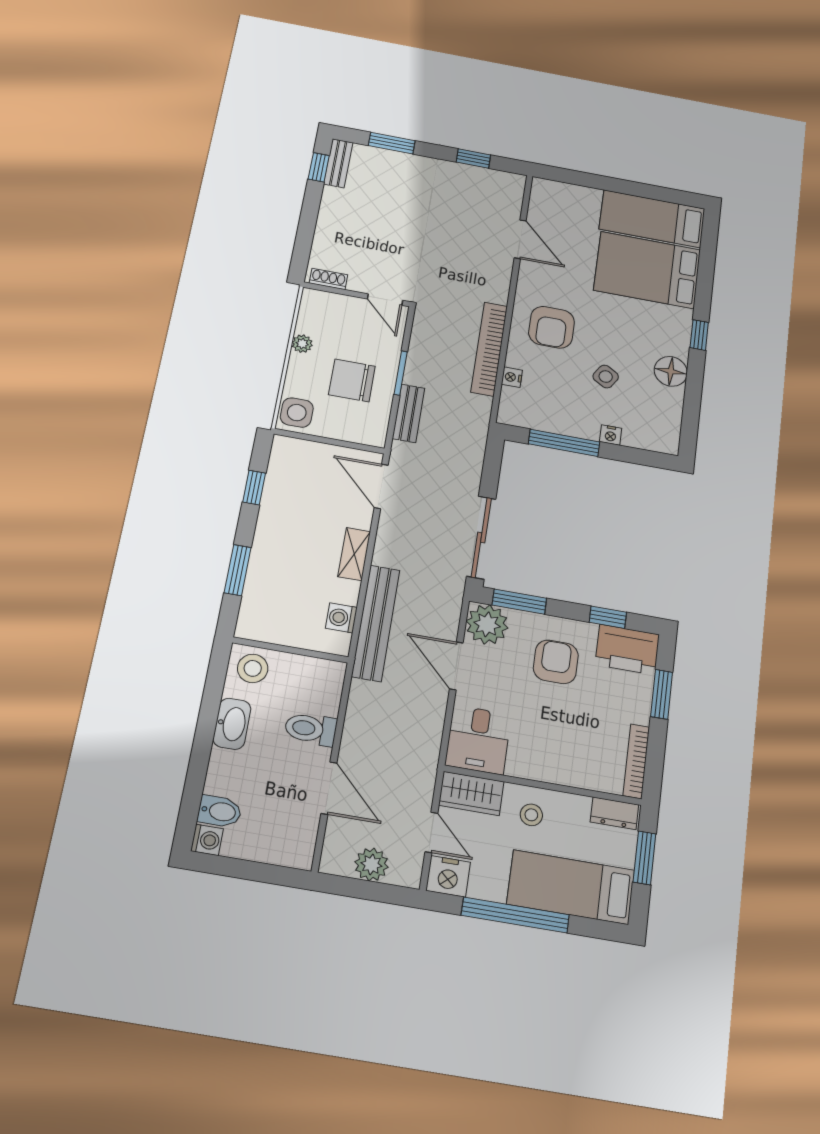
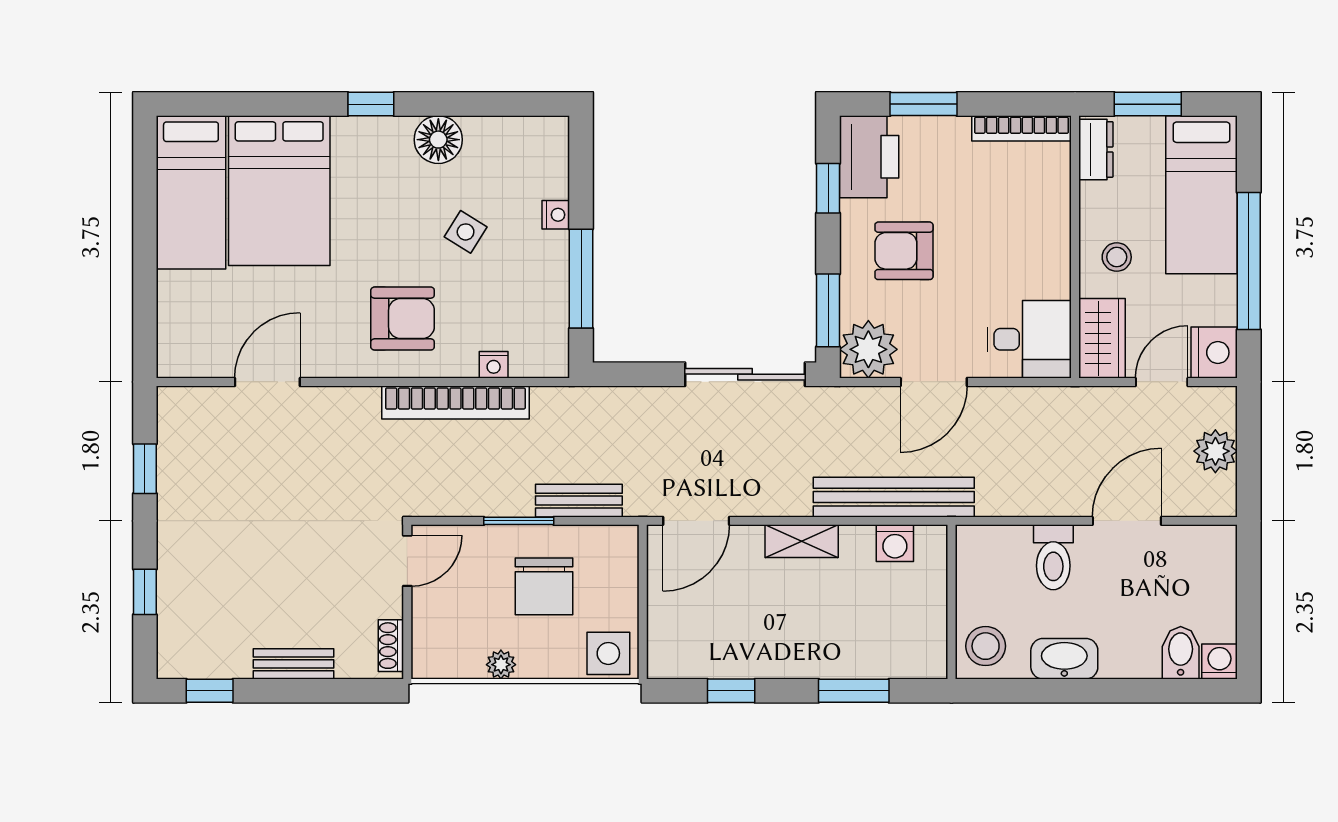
window: (392, 143) -> (145, 592), width x0.67
bench: (338, 163) -> (293, 664), moved

